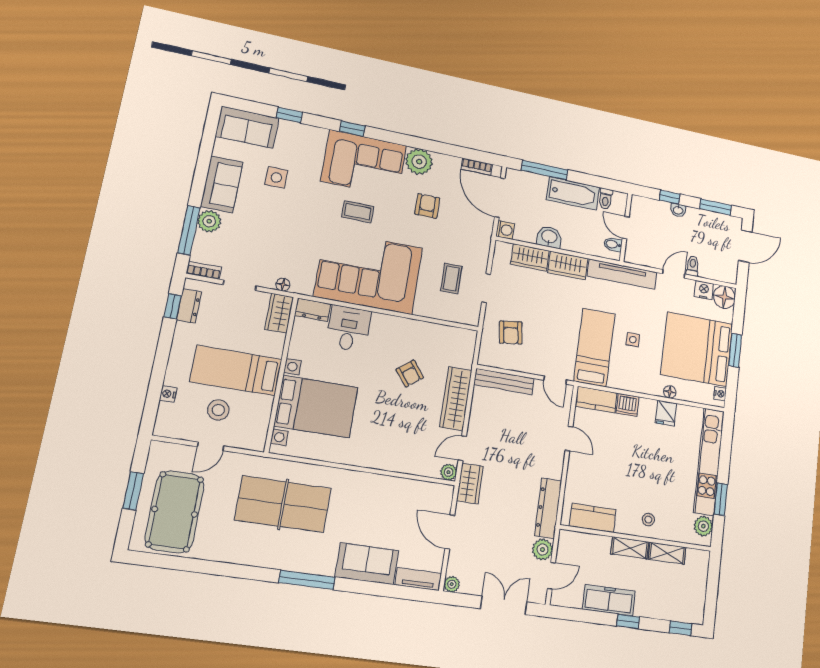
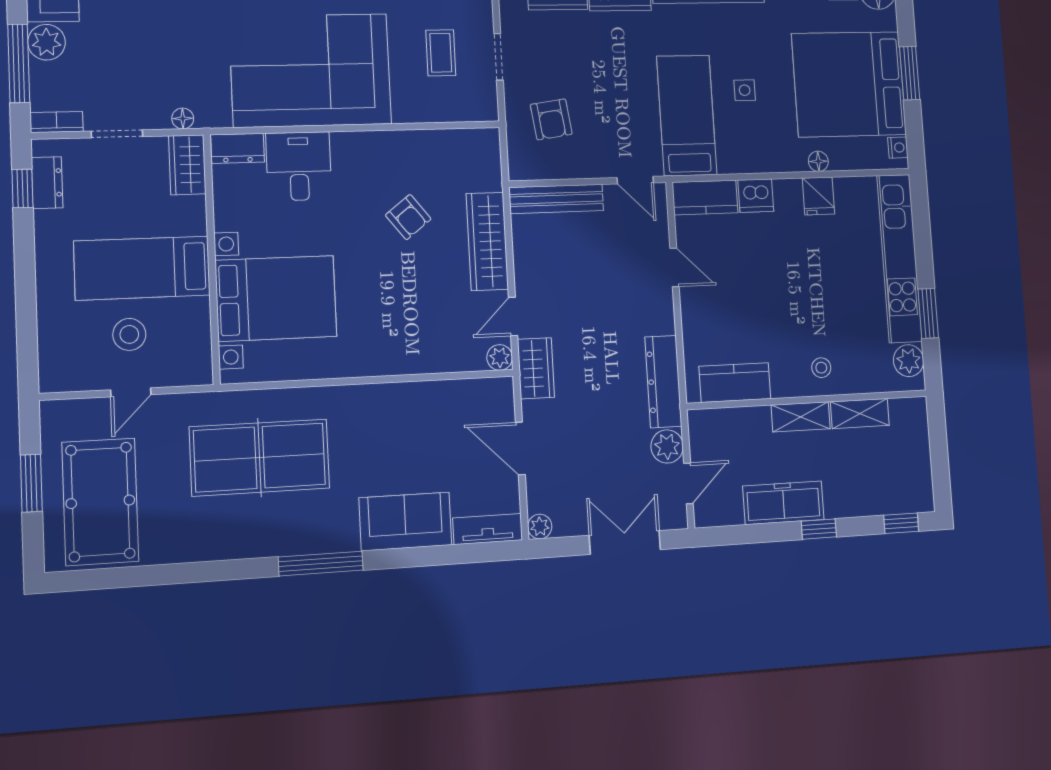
nightstand: (168, 394) -> (48, 325), removed

